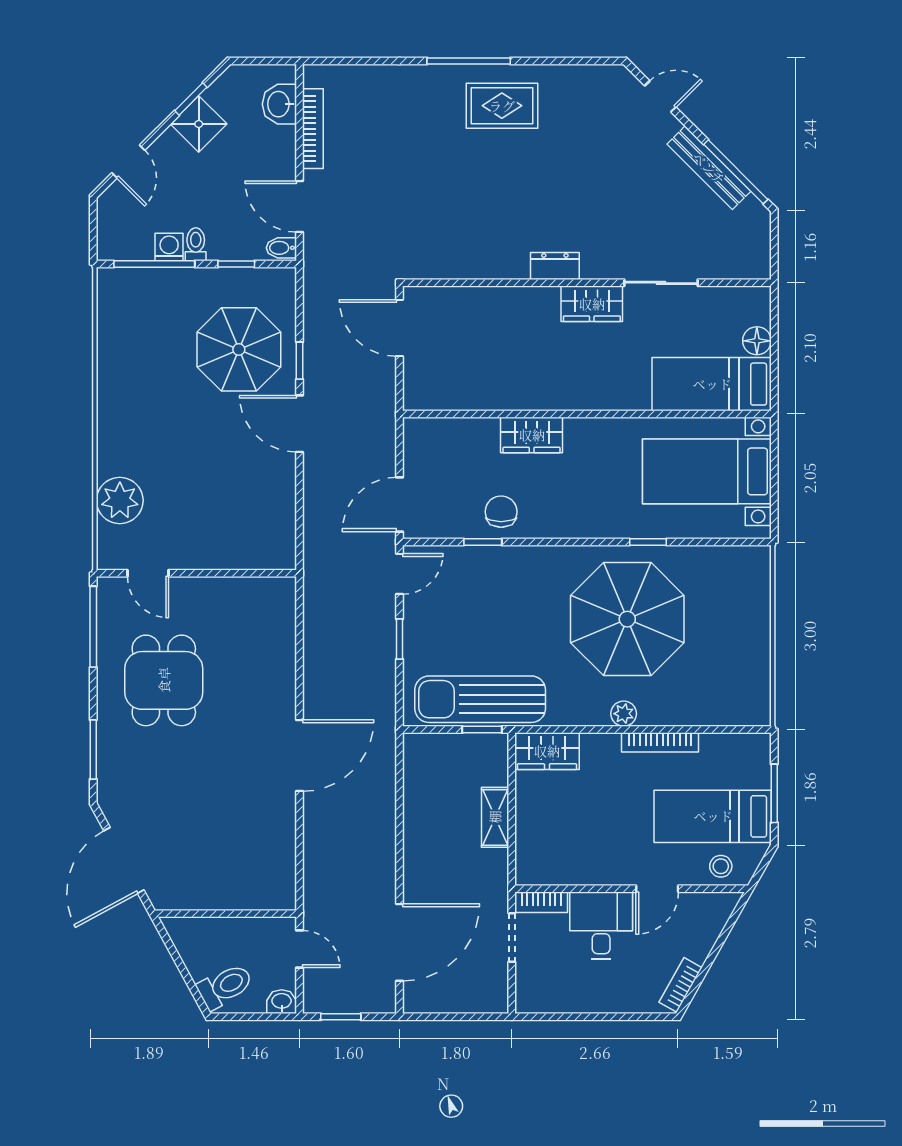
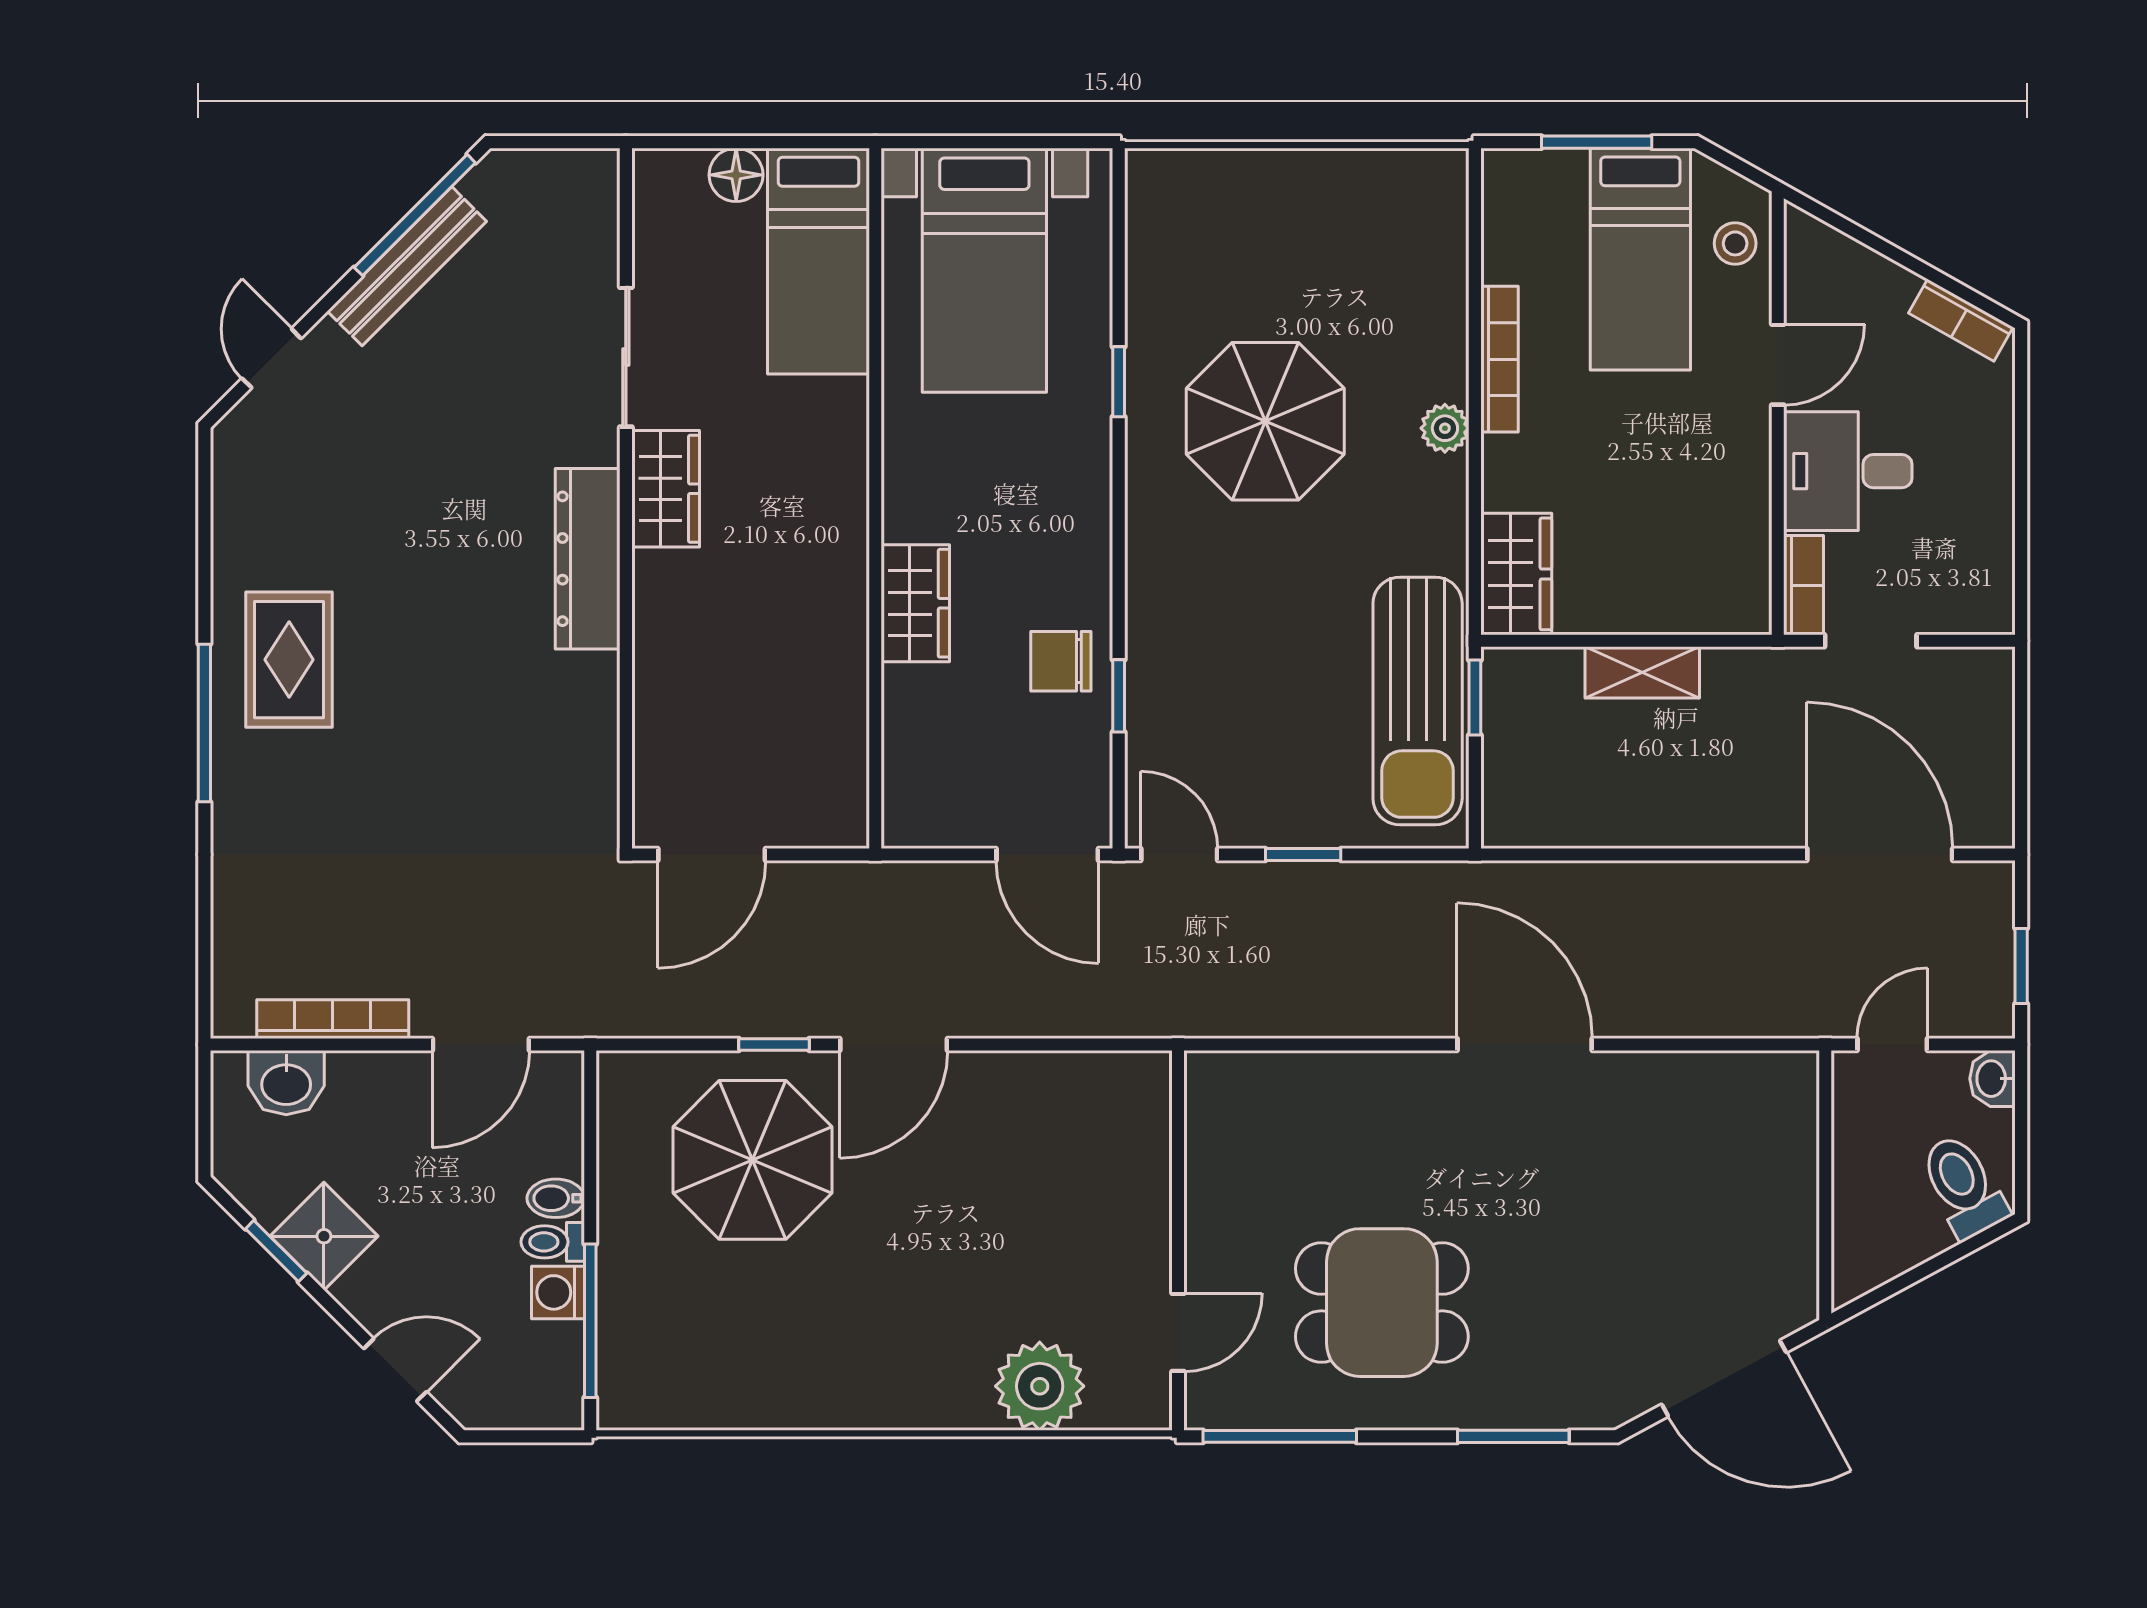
bidet: (281, 248) -> (556, 1198), moved, turned 90
window: (236, 264) -> (590, 1165), removed
dresser: (555, 266) -> (588, 559), width x1.96, depth x1.24
parasol: (627, 619) -> (1265, 421), width x0.73, depth x0.73
door: (657, 889) -> (1778, 365), hinge flipped

